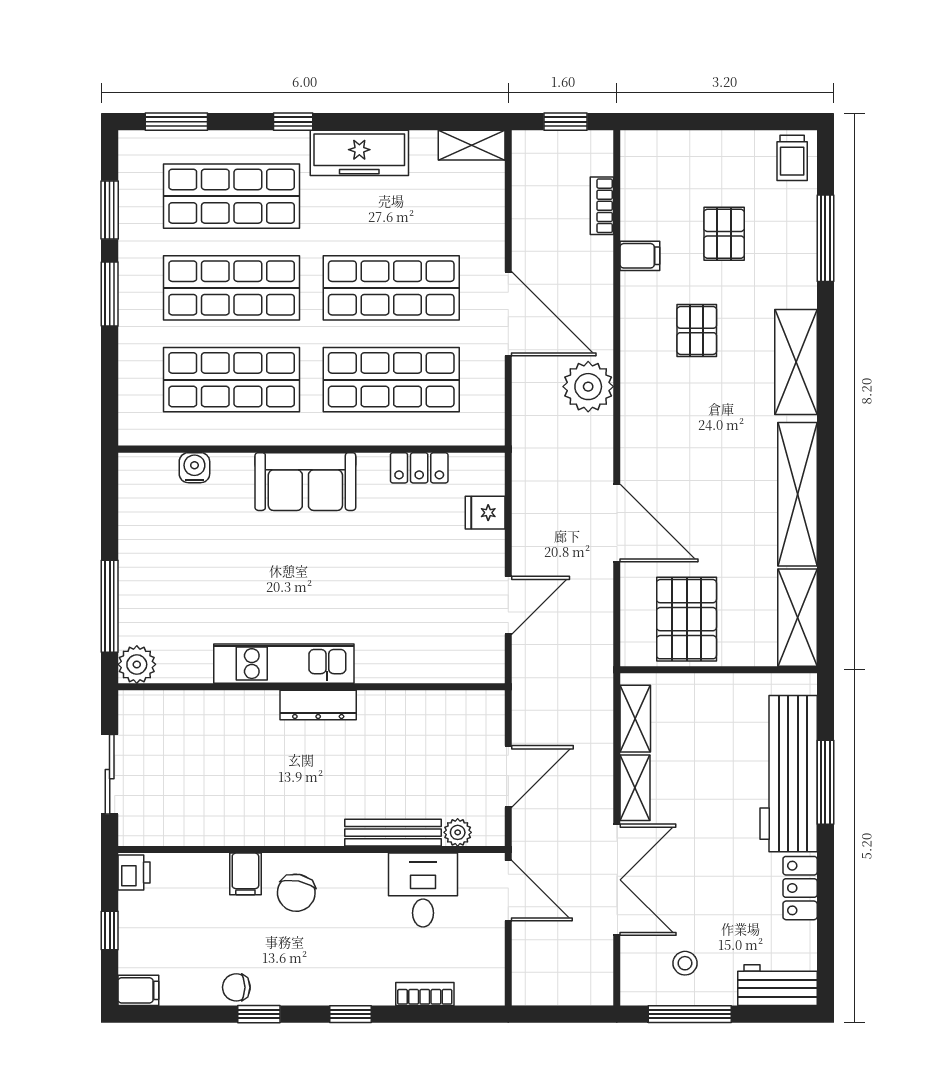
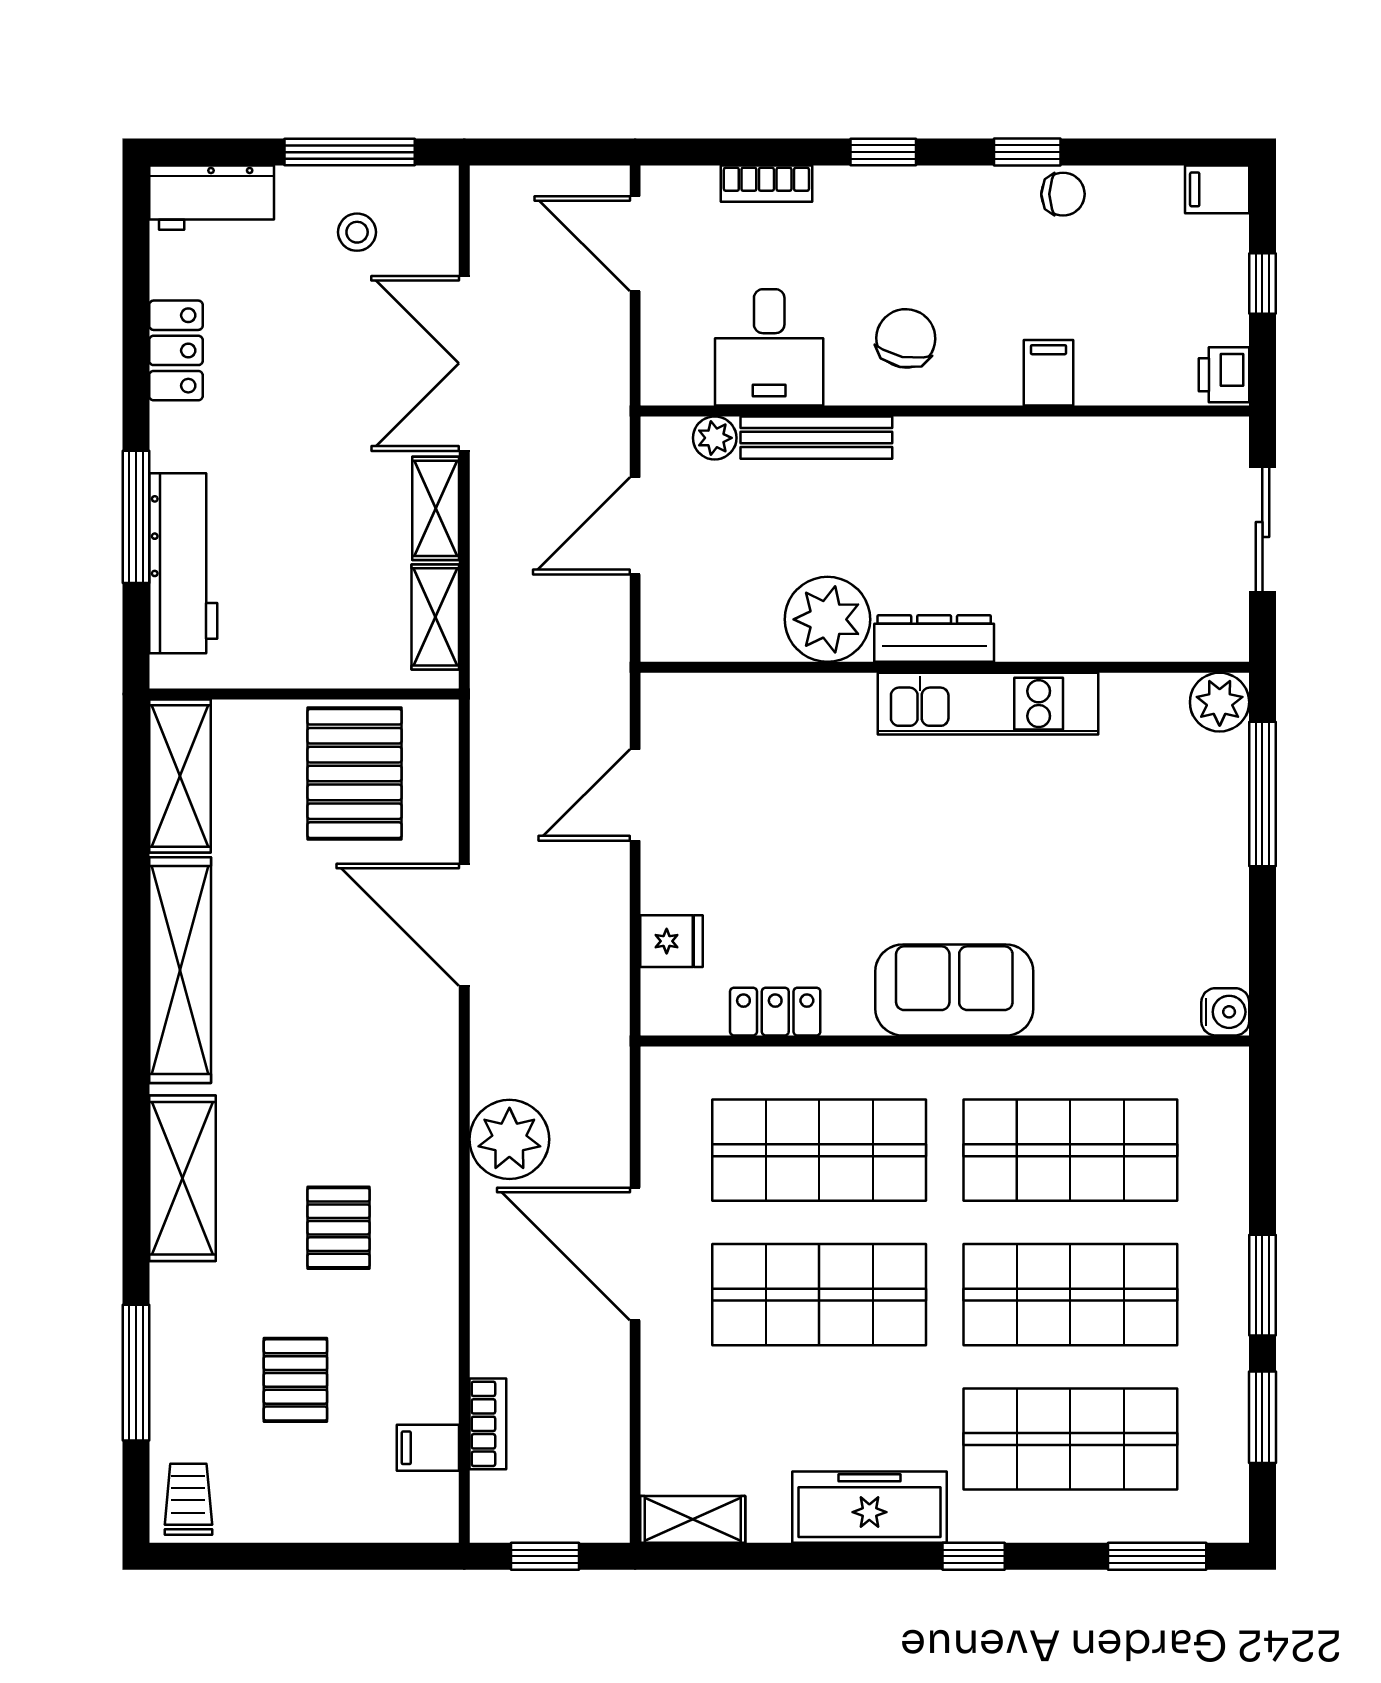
filing cabinet: (640, 256) -> (428, 1448), moved
water cooler: (194, 468) -> (1225, 1012), moved, turned -90
plant: (386, 717) -> (827, 619), added
workbench: (789, 774) -> (183, 563), width x0.73, depth x0.76
door: (508, 891) -> (635, 244), moved
chair: (296, 893) -> (906, 338), moved

